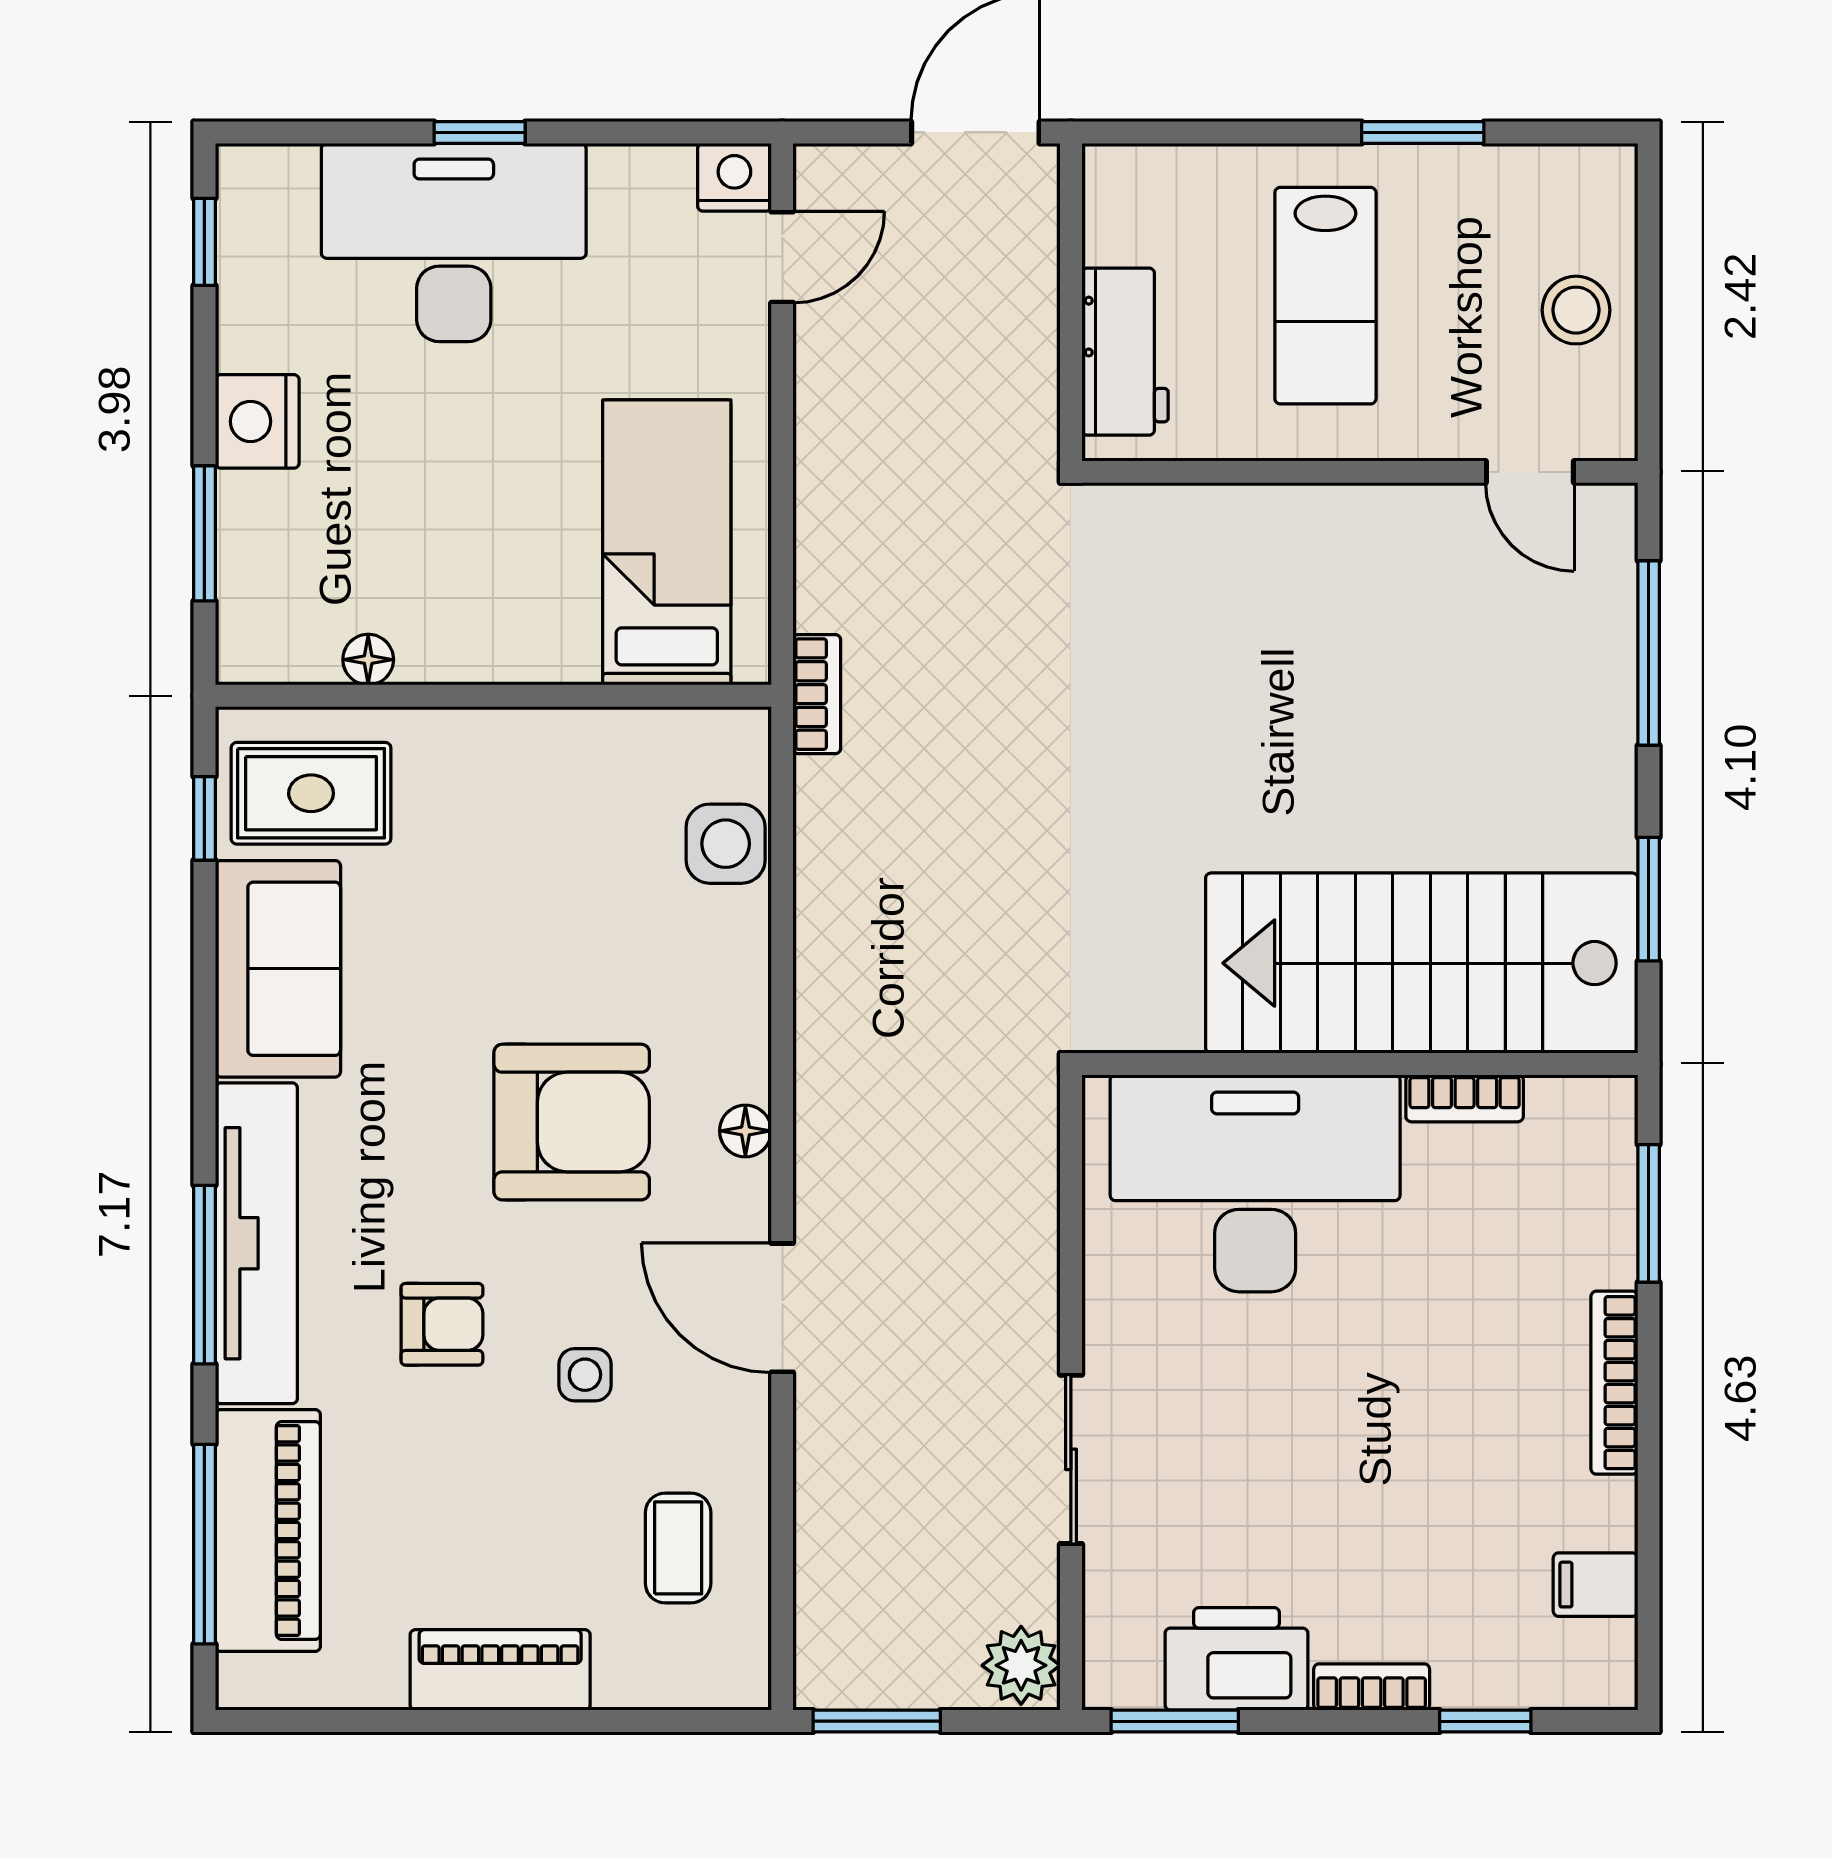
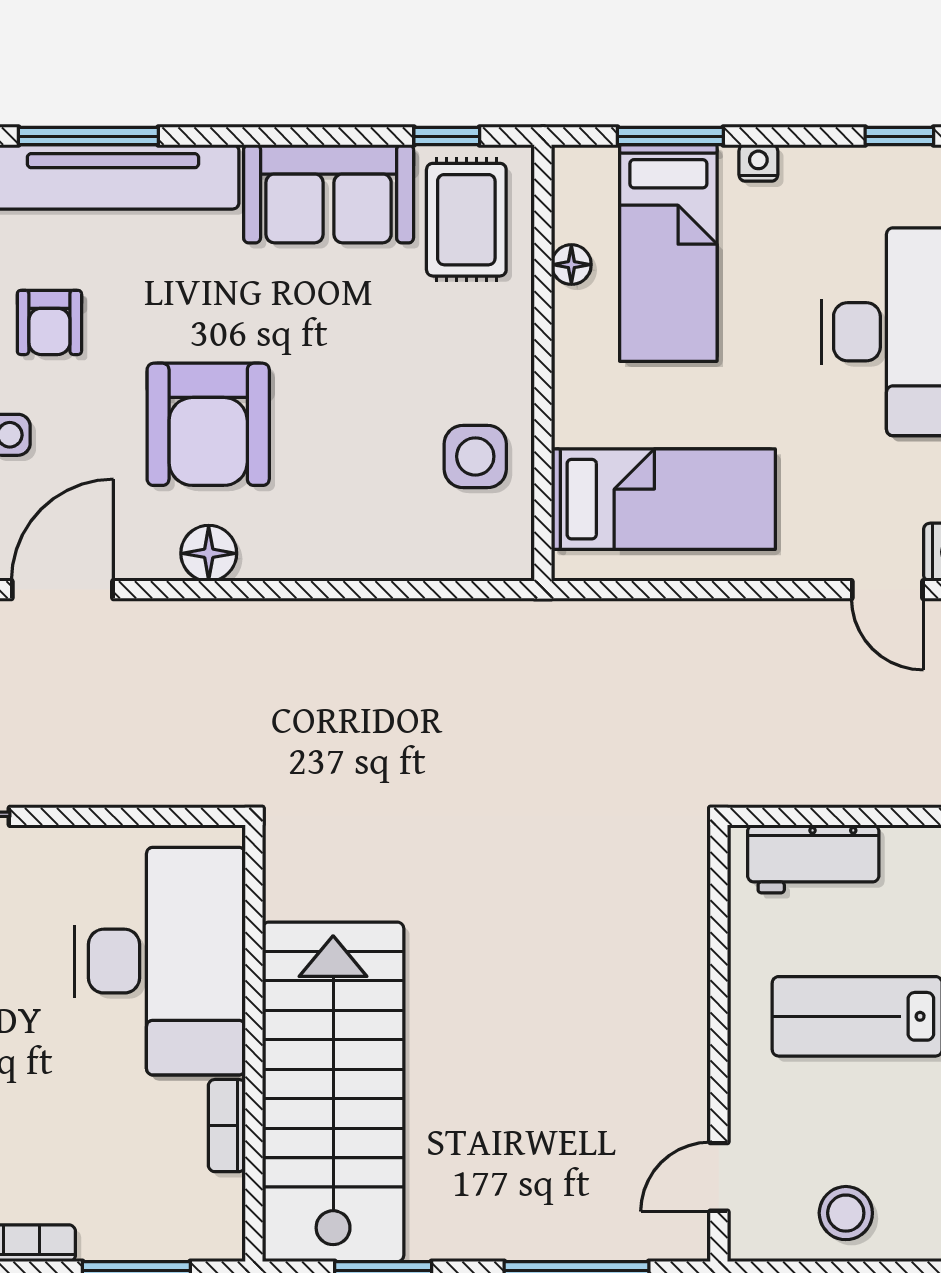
nightstand: (257, 421) -> (758, 163), width x0.53, depth x0.56
bed: (353, 536) -> (668, 253), added
bookcase: (817, 694) -> (544, 617), removed
side table: (726, 844) -> (475, 456), moved
floor lamp: (745, 1131) -> (209, 553), width x1.37, depth x1.37

